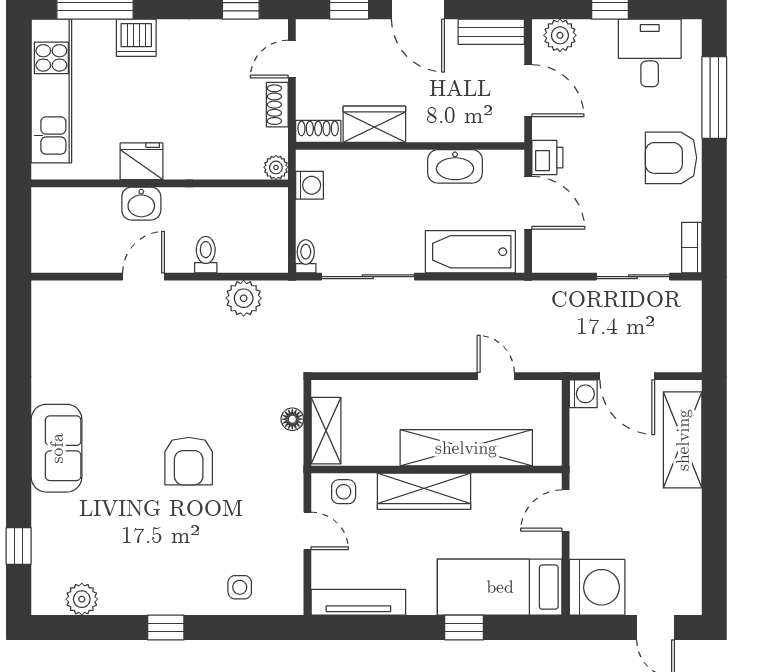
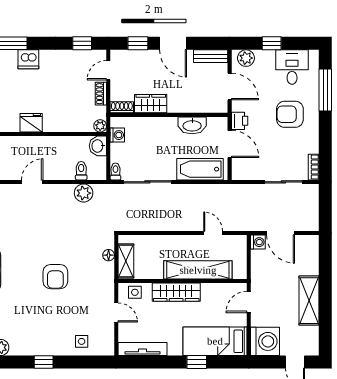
armchair: (671, 158) -> (290, 114), moved
washbasin: (141, 204) -> (98, 146), moved, turned 90
toilet: (206, 255) -> (81, 171), moved
shelving: (683, 440) -> (309, 301), moved

